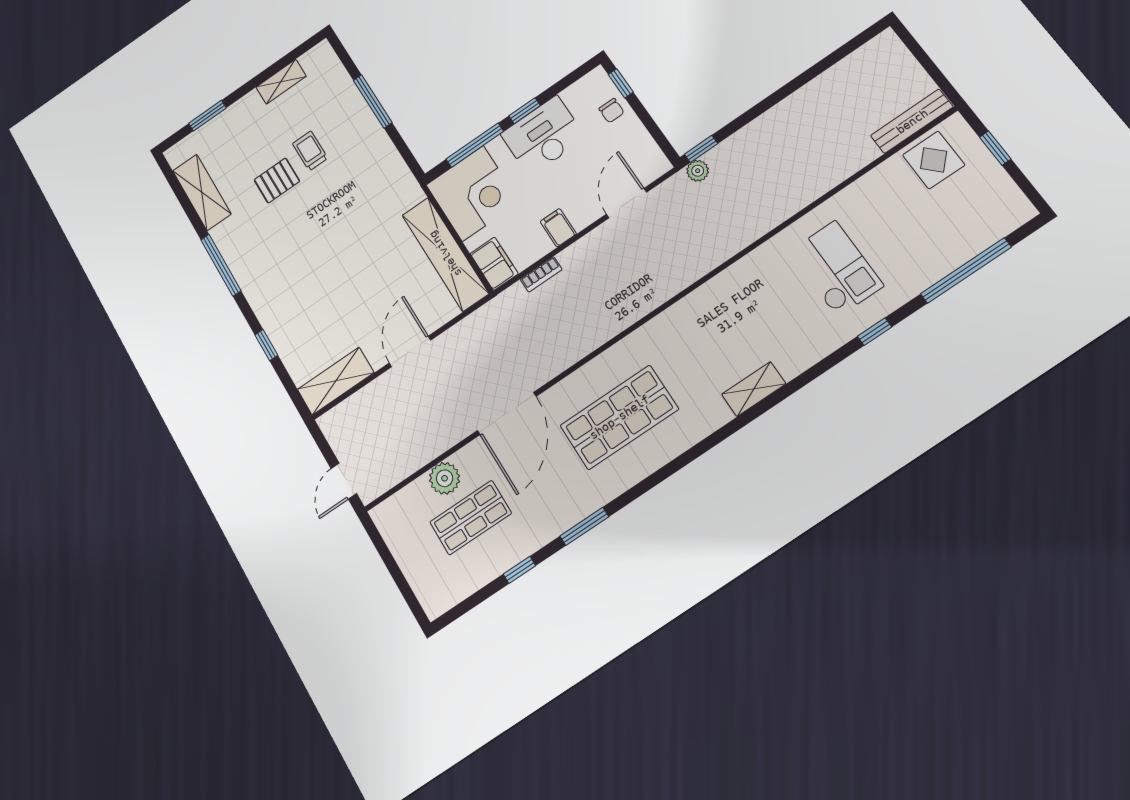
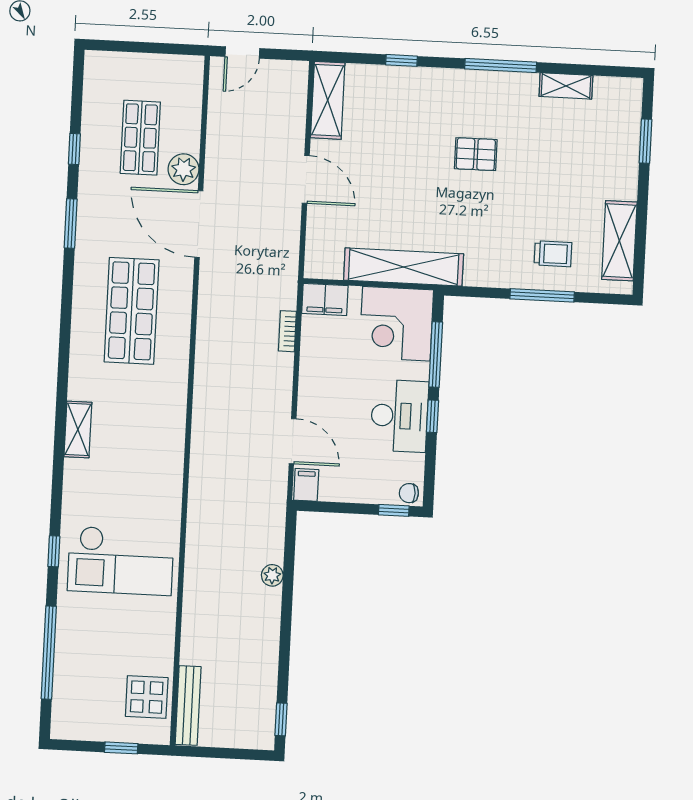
shelving: (281, 82) -> (619, 241), width x1.50, depth x1.33
chair: (612, 111) -> (409, 493), moved
window: (701, 149) -> (281, 719), moved
trolley: (310, 151) -> (553, 254), moved
plant: (698, 171) -> (272, 575), moved
pallet: (277, 180) -> (476, 154), moved, turned 90
shelving: (202, 192) -> (566, 86), width x0.67, depth x0.75
filing cabinet: (558, 228) -> (306, 485), moved, turned -90
shelving: (445, 254) -> (404, 267), moved
checkout: (836, 269) -> (121, 561), width x1.36, depth x1.21
plant: (445, 478) -> (184, 169), moved
door: (344, 481) -> (242, 52), swing flipped

